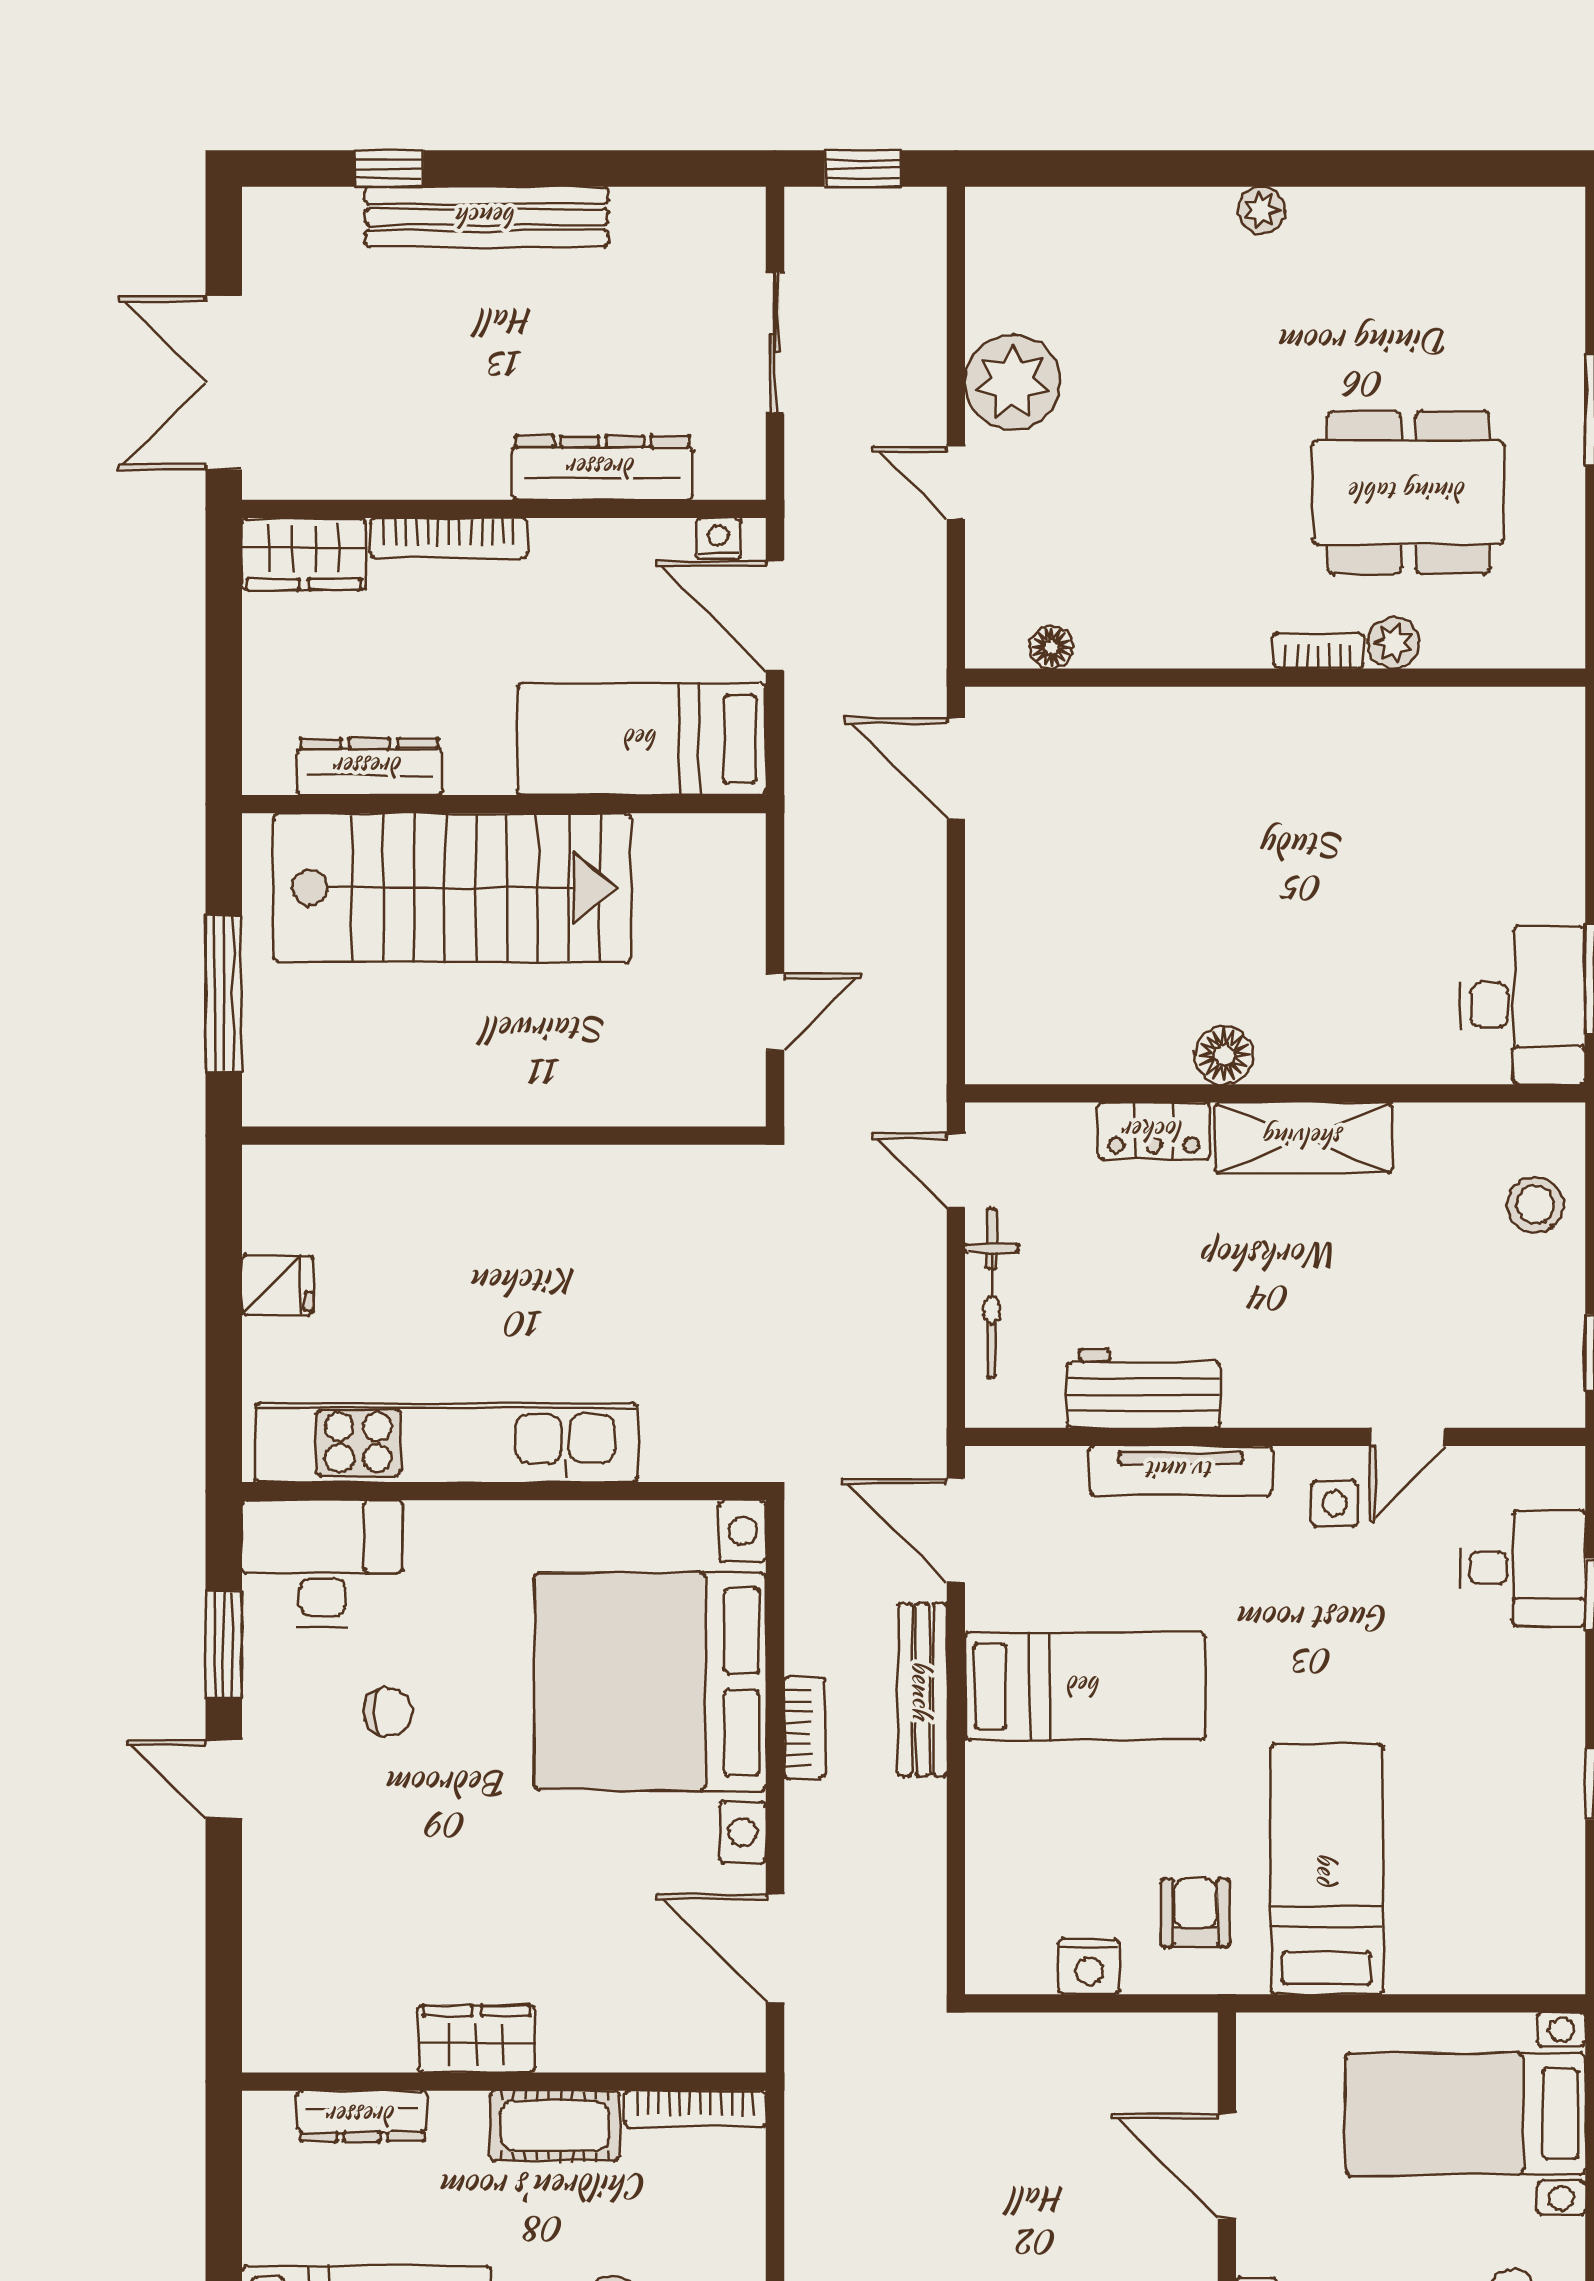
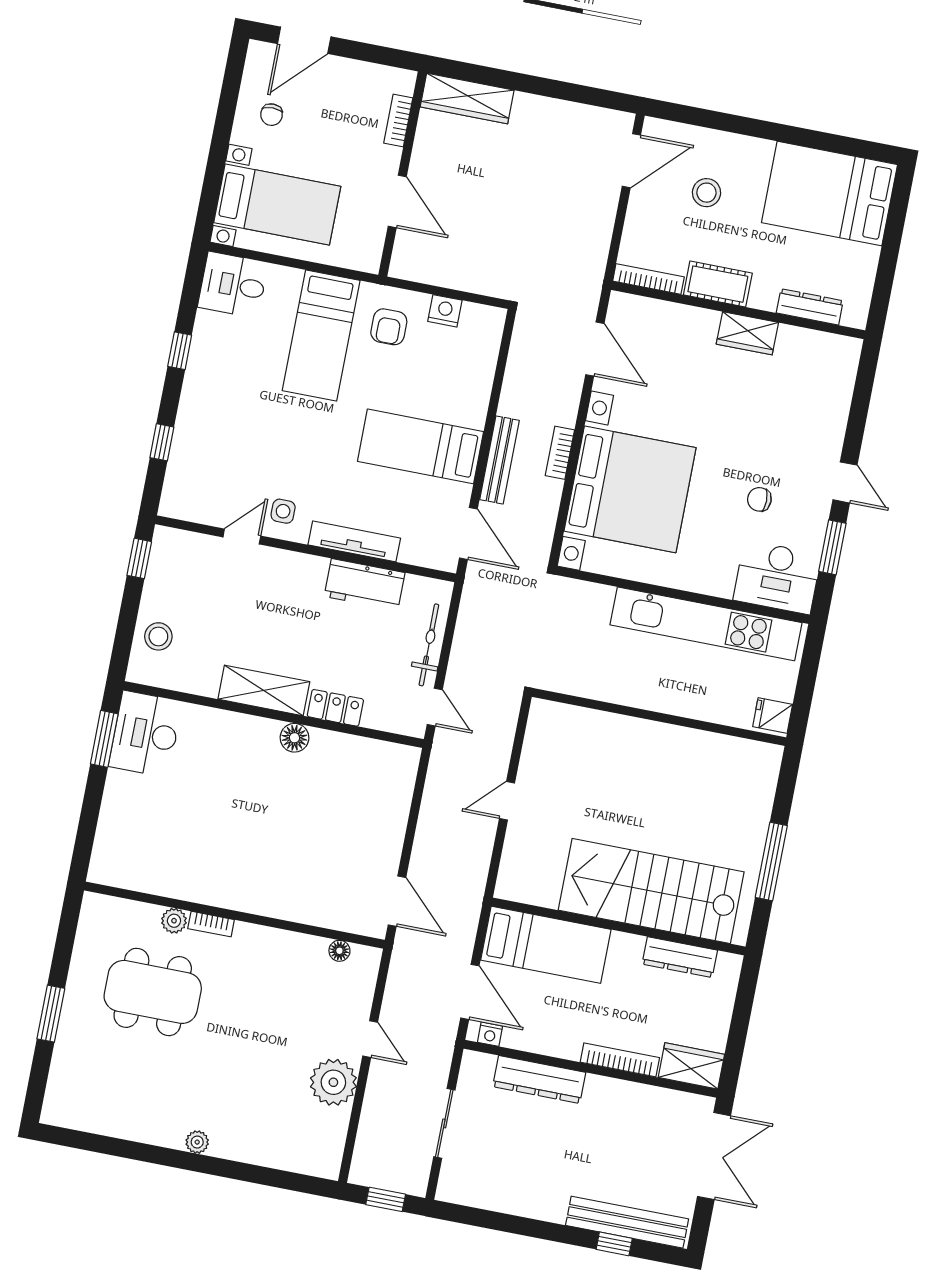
bench: (487, 217) -> (627, 1222), moved
wall: (504, 1136) -> (659, 717), moved
desk: (1523, 1568) -> (233, 285), moved

